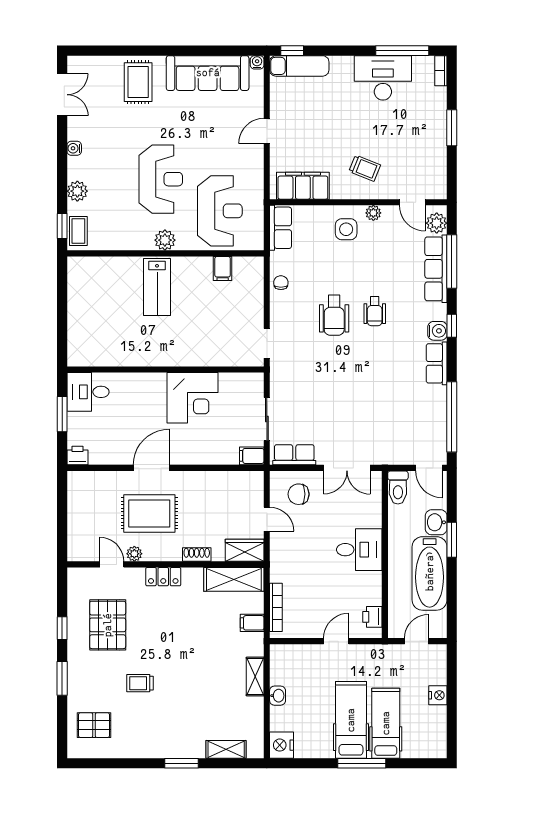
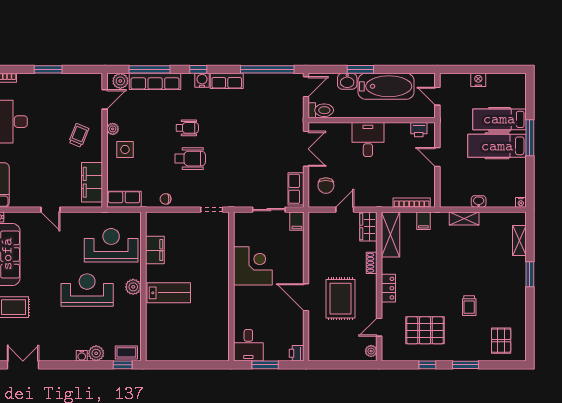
water cooler: (74, 148) -> (82, 356), moved
filing cabinet: (223, 269) -> (155, 250), width x2.00
plant: (134, 554) -> (371, 351), moved
nightstand: (282, 745) -> (521, 202), width x0.53, depth x0.56

